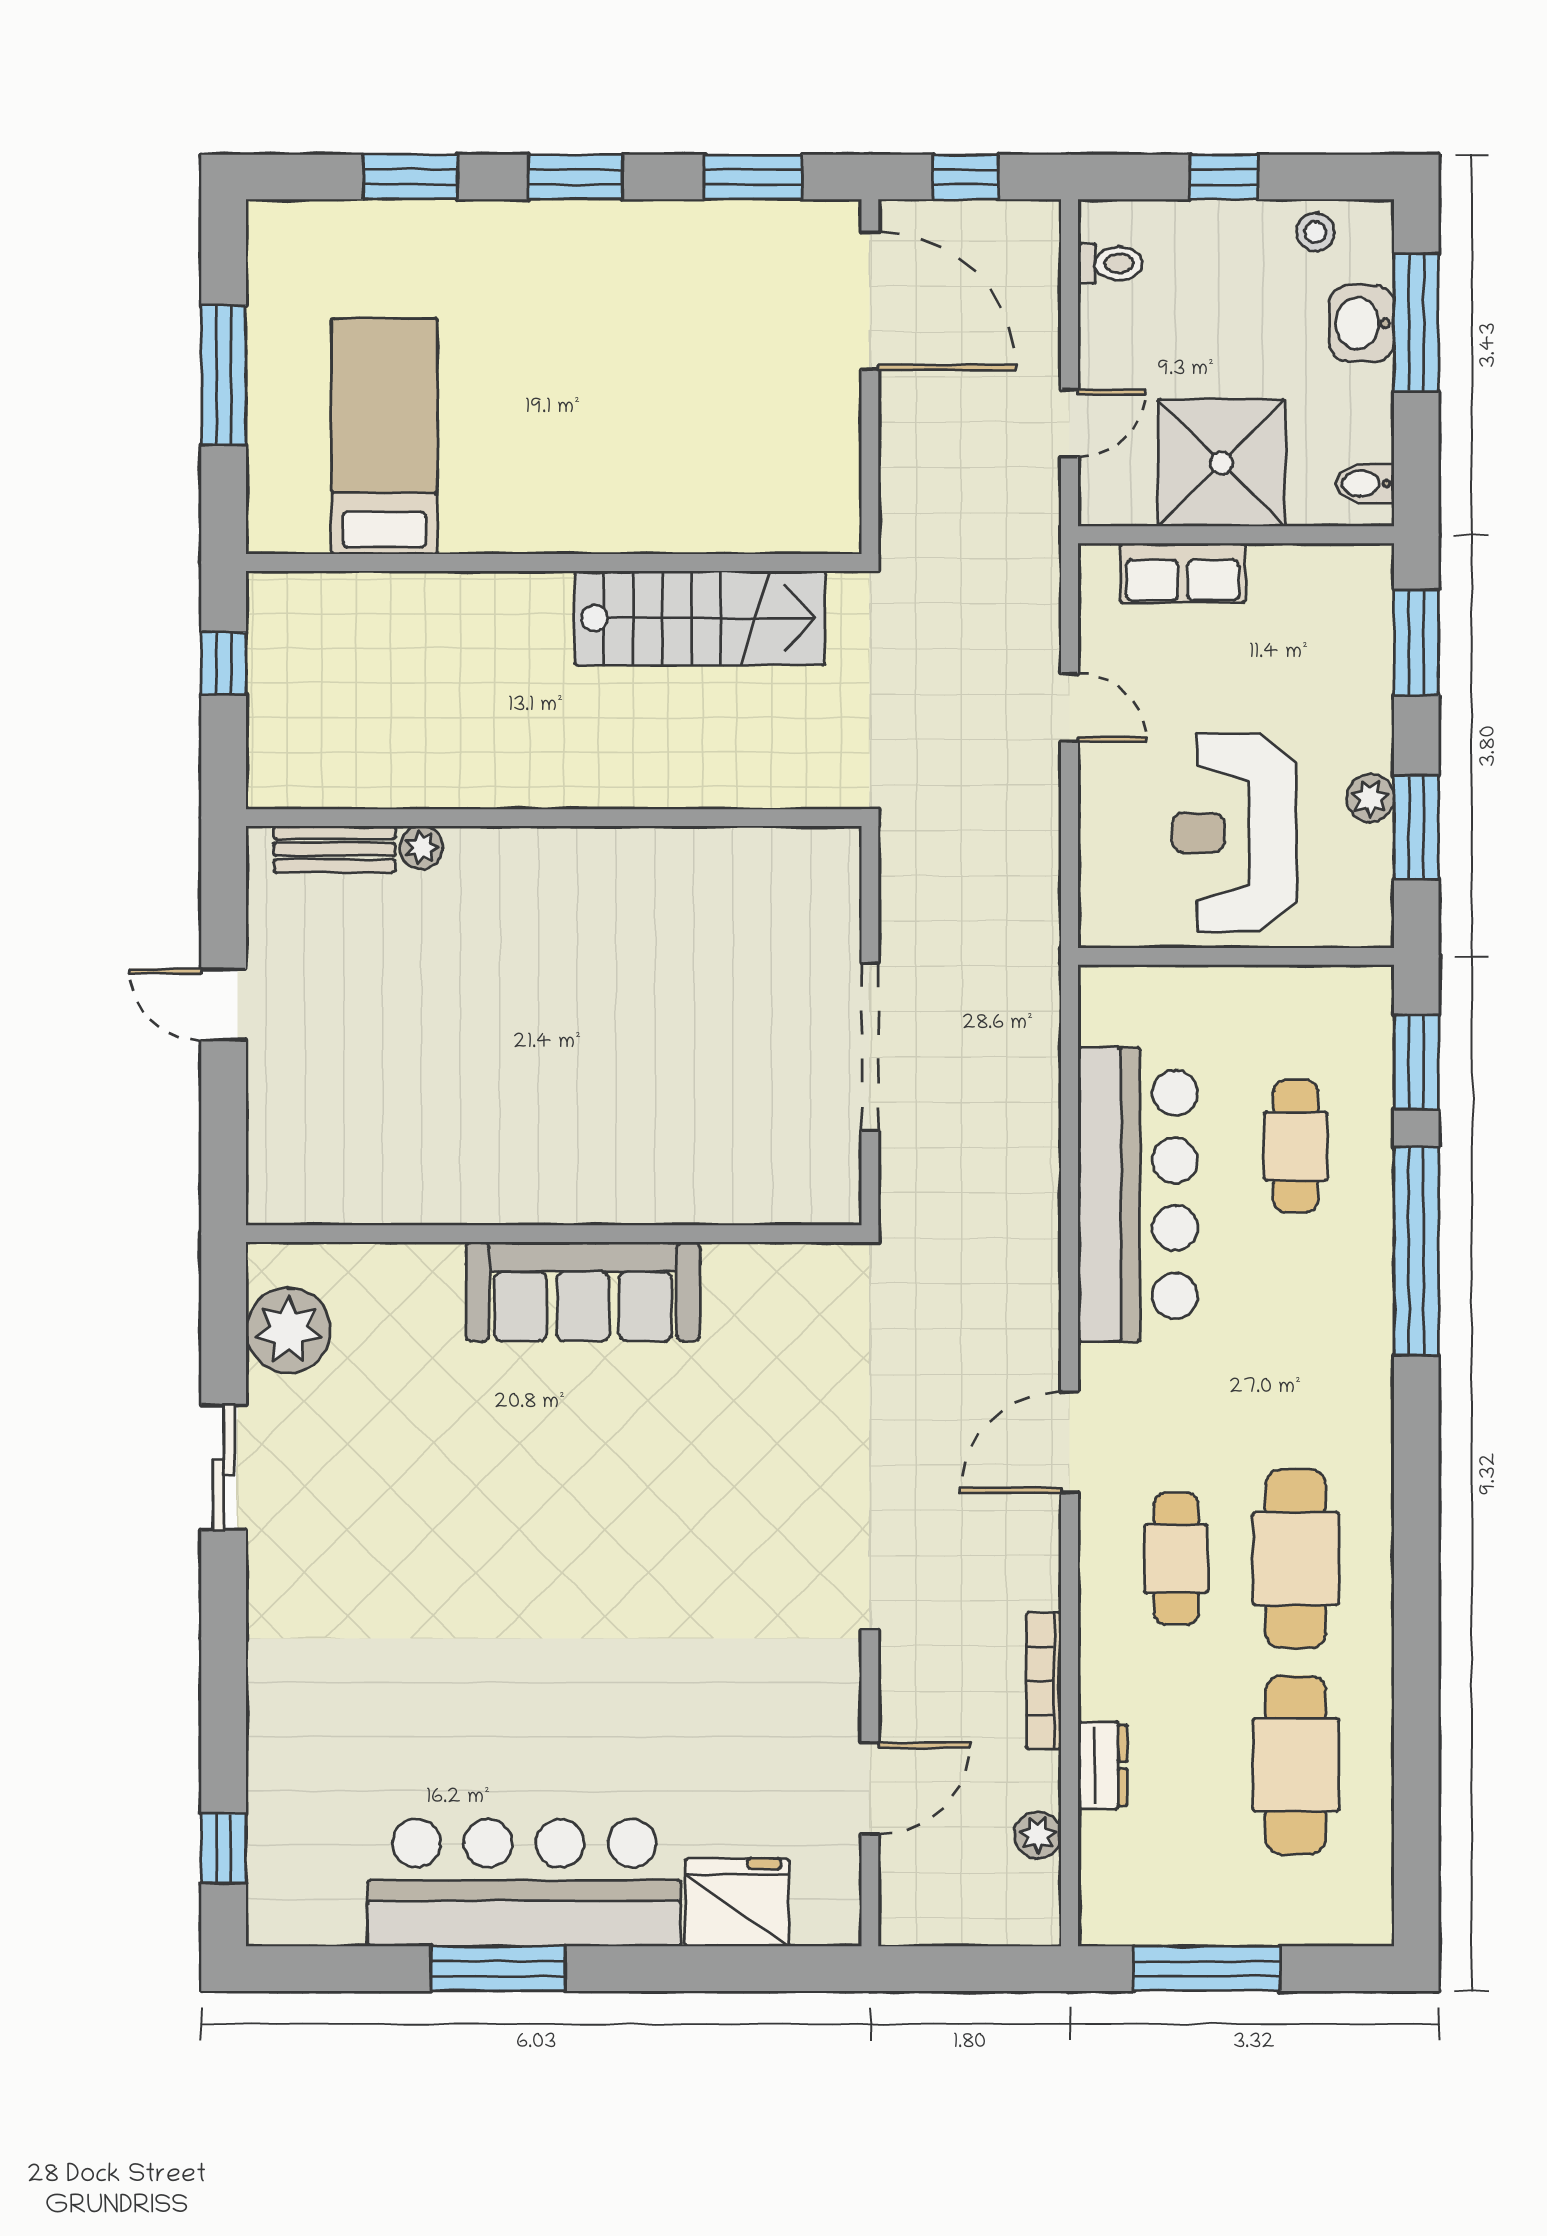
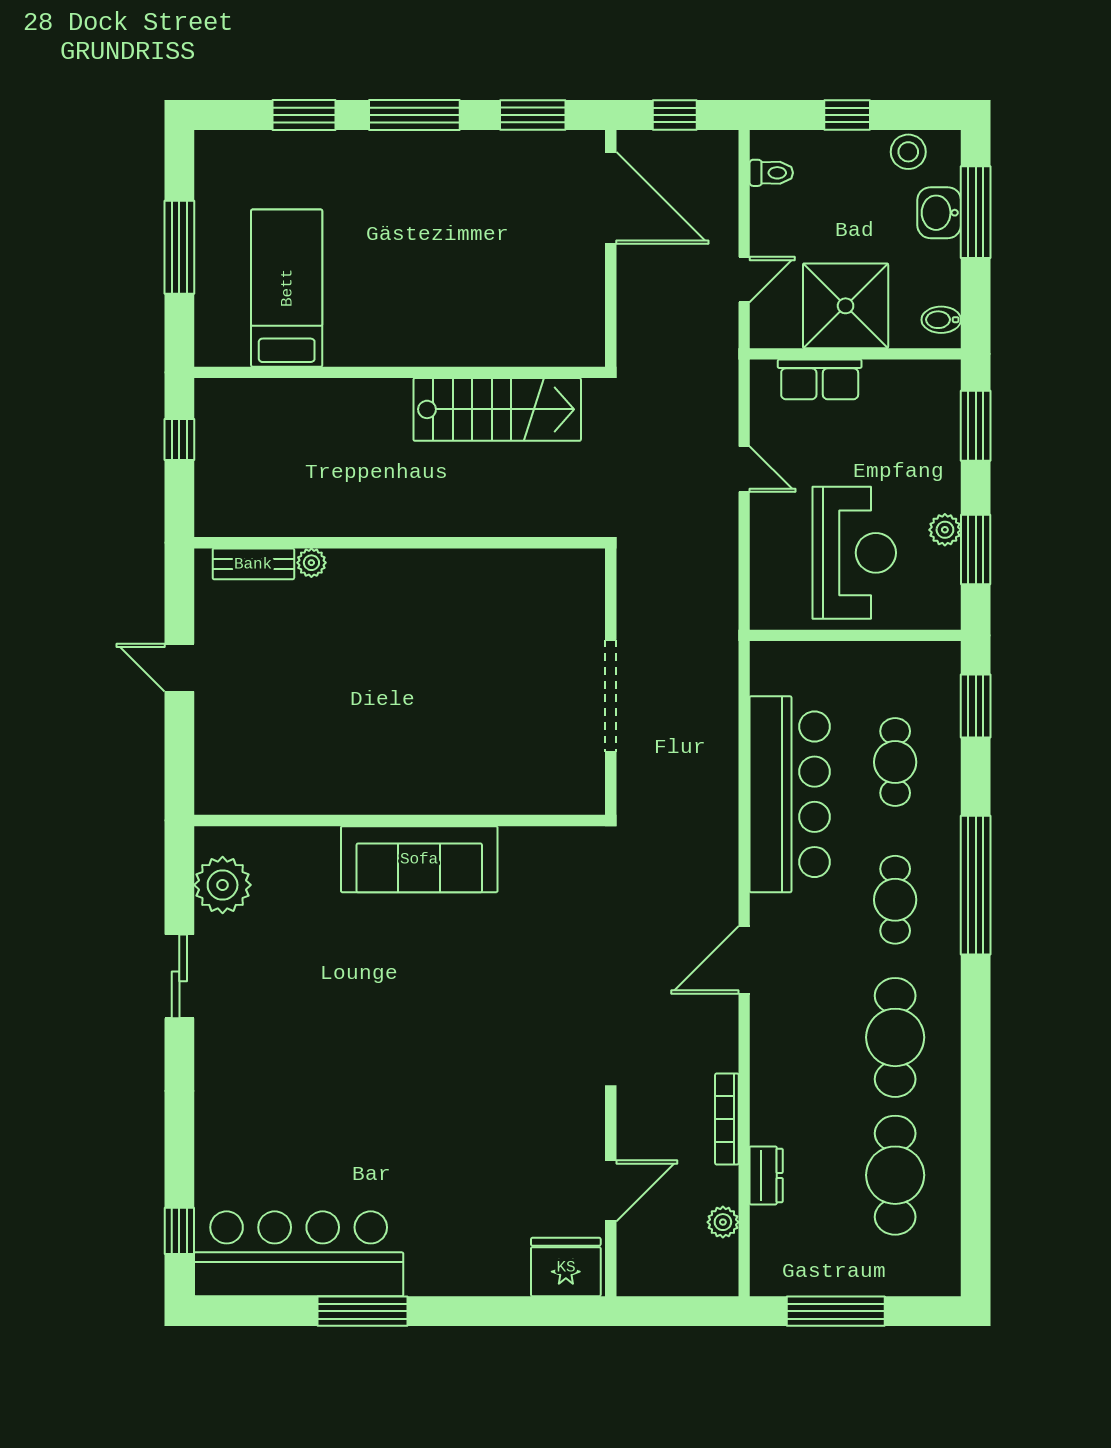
window: (576, 177) -> (414, 115), width x1.44
stool: (1315, 232) -> (908, 152), width x1.37, depth x1.37
reception desk: (1234, 833) -> (854, 553), turned 180
window: (1416, 1251) -> (976, 885), moved
cafe table: (1176, 1559) -> (895, 900), moved
bar counter: (524, 1883) -> (299, 1254), moved
fridge: (737, 1902) -> (566, 1267), moved

